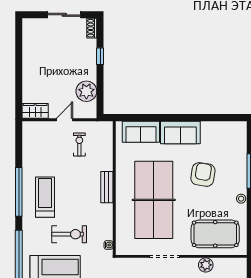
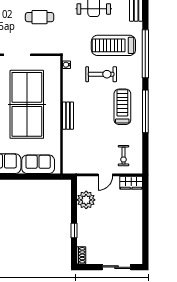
sliding door: (64, 15) -> (117, 267), moved
exercise bike: (79, 145) -> (124, 156), moved
treadmill: (45, 197) -> (122, 107), turned 180
exercise bike: (69, 234) -> (101, 74), turned 180

